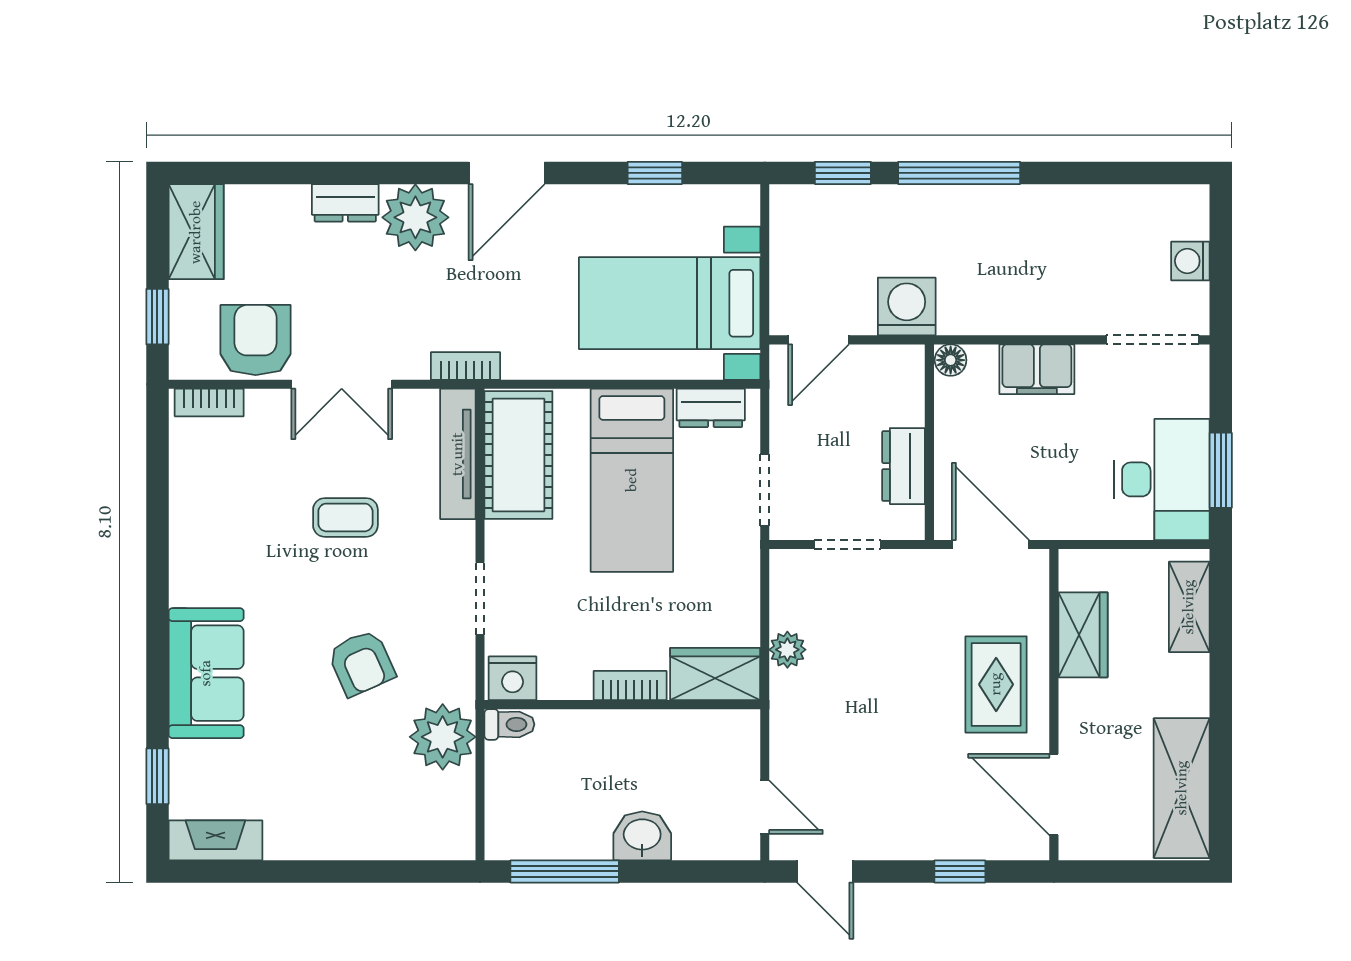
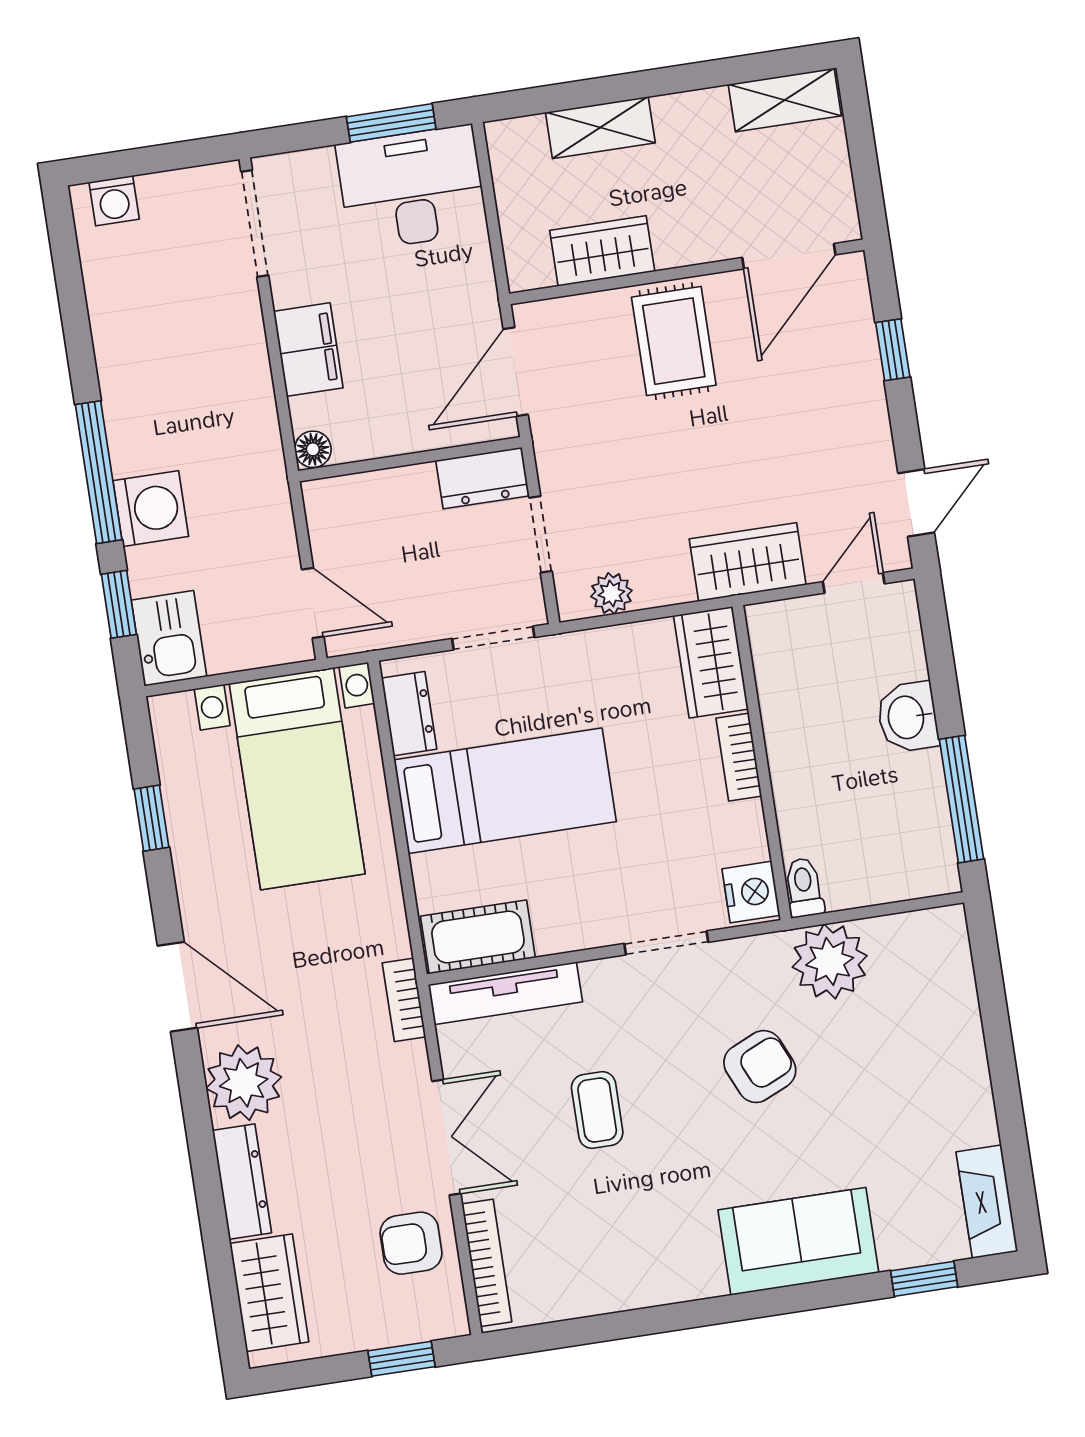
dresser: (345, 203) -> (242, 1182), width x1.44
kitchen sink: (807, 212) -> (169, 638), added
wardrobe: (196, 232) -> (269, 1293), moved, turned 90
washing machine: (1190, 261) -> (114, 201), moved
washing machine: (907, 306) -> (151, 509), moved, turned 180
armchair: (256, 340) -> (411, 1243), width x0.72, depth x0.72
bookcase: (209, 403) -> (487, 1263), width x1.56
cot: (518, 455) -> (478, 937), width x0.73, depth x0.75
dresser: (904, 466) -> (482, 478), moved
shelving: (1189, 607) -> (600, 128), moved
plant: (787, 650) -> (611, 593), moved
rug: (996, 684) -> (674, 341), turned 90
wardrobe: (797, 719) -> (748, 562), added
shelving: (1182, 788) -> (785, 100), width x0.67, depth x0.75

